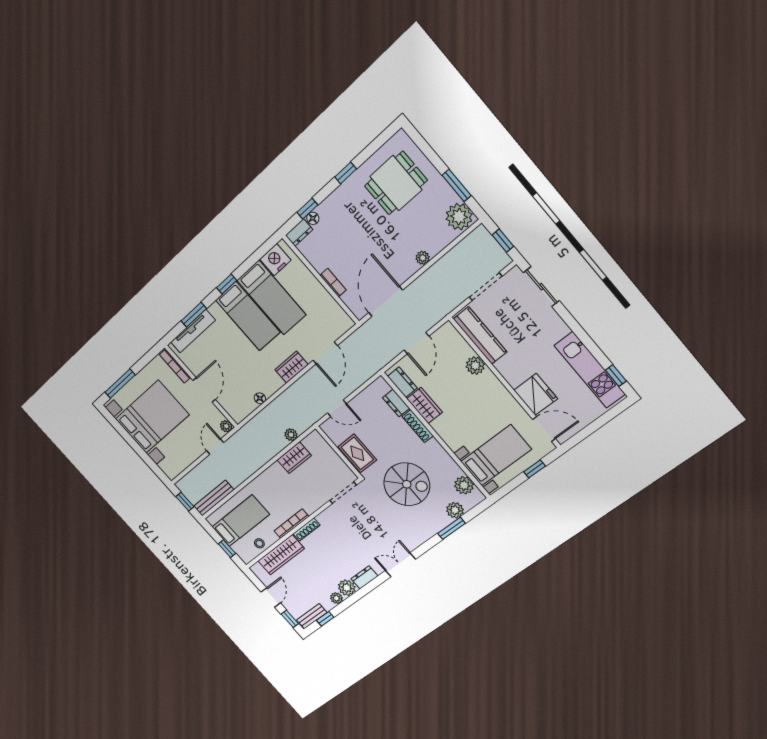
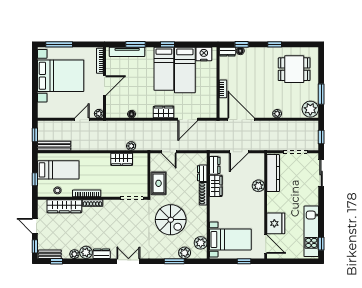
door: (386, 301) -> (241, 119), hinge flipped
door: (271, 597) -> (35, 226), swing flipped

